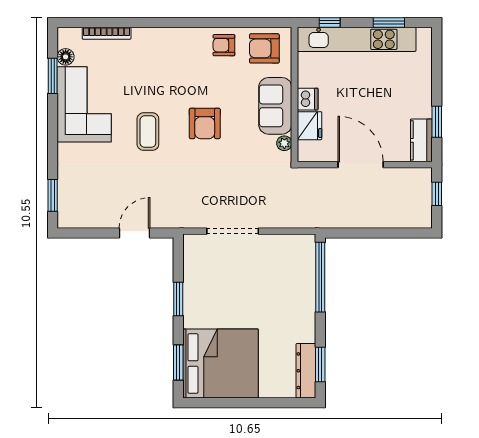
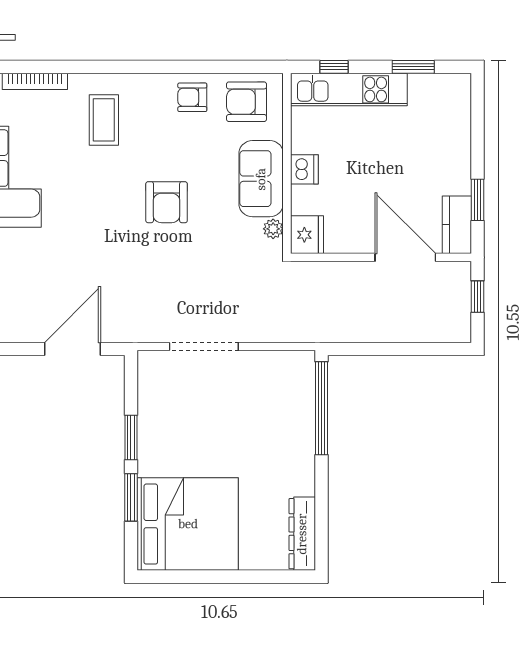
kitchen unit: (357, 39) -> (349, 89), width x0.73
fridge: (309, 126) -> (307, 235), moved
coffee table: (148, 132) -> (104, 120), moved
door: (361, 165) -> (405, 257), moved
door: (135, 233) -> (72, 349), width x1.36
window: (178, 363) -> (131, 497), moved
window: (320, 365) -> (322, 525), removed

